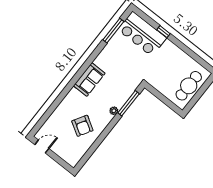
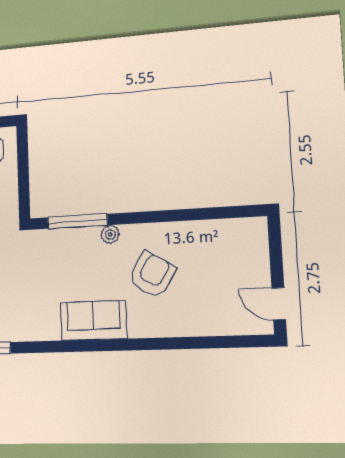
armchair: (82, 126) -> (152, 275), moved

